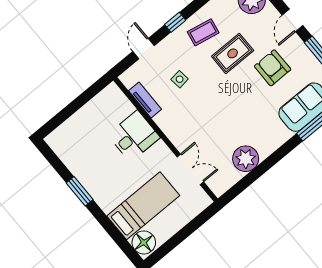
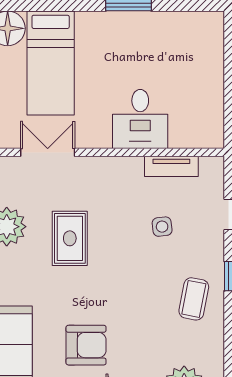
rug: (233, 53) -> (70, 238), moved
double door: (190, 169) -> (48, 152), swing flipped

